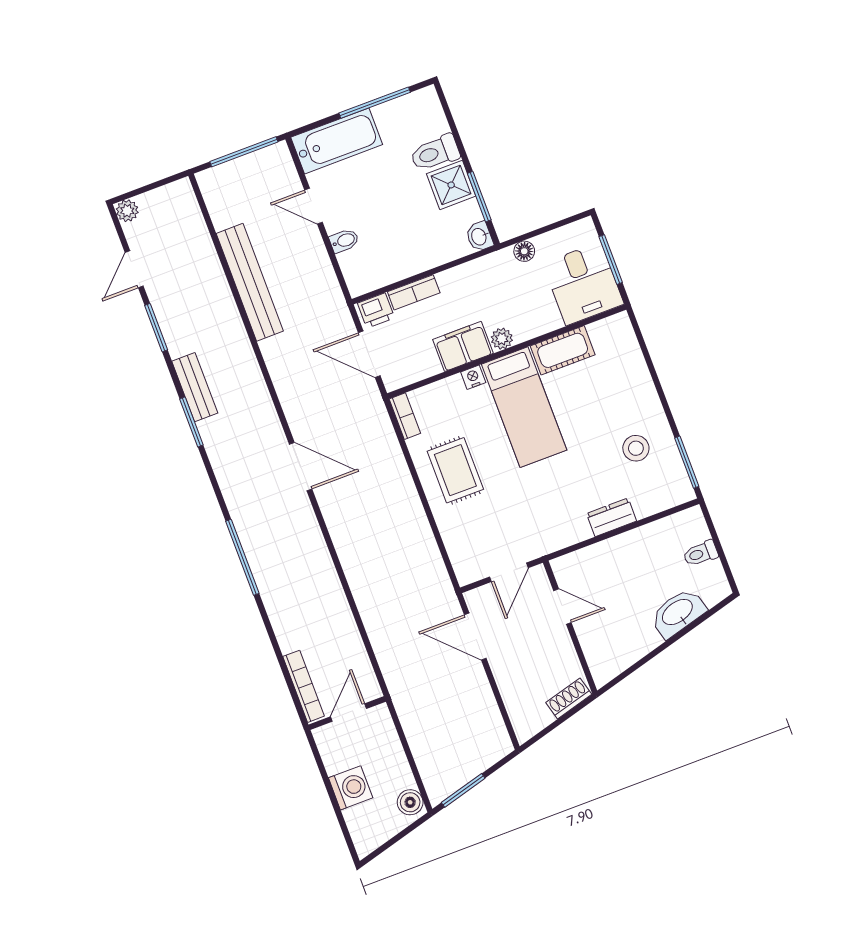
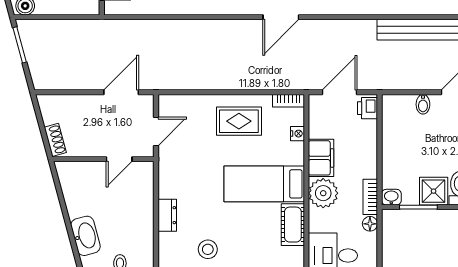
bookcase: (414, 292) -> (370, 197), moved
plant: (502, 339) -> (323, 193), width x1.88, depth x1.88
nightstand: (473, 377) -> (297, 134), moved
door: (509, 572) -> (156, 131), swing flipped

